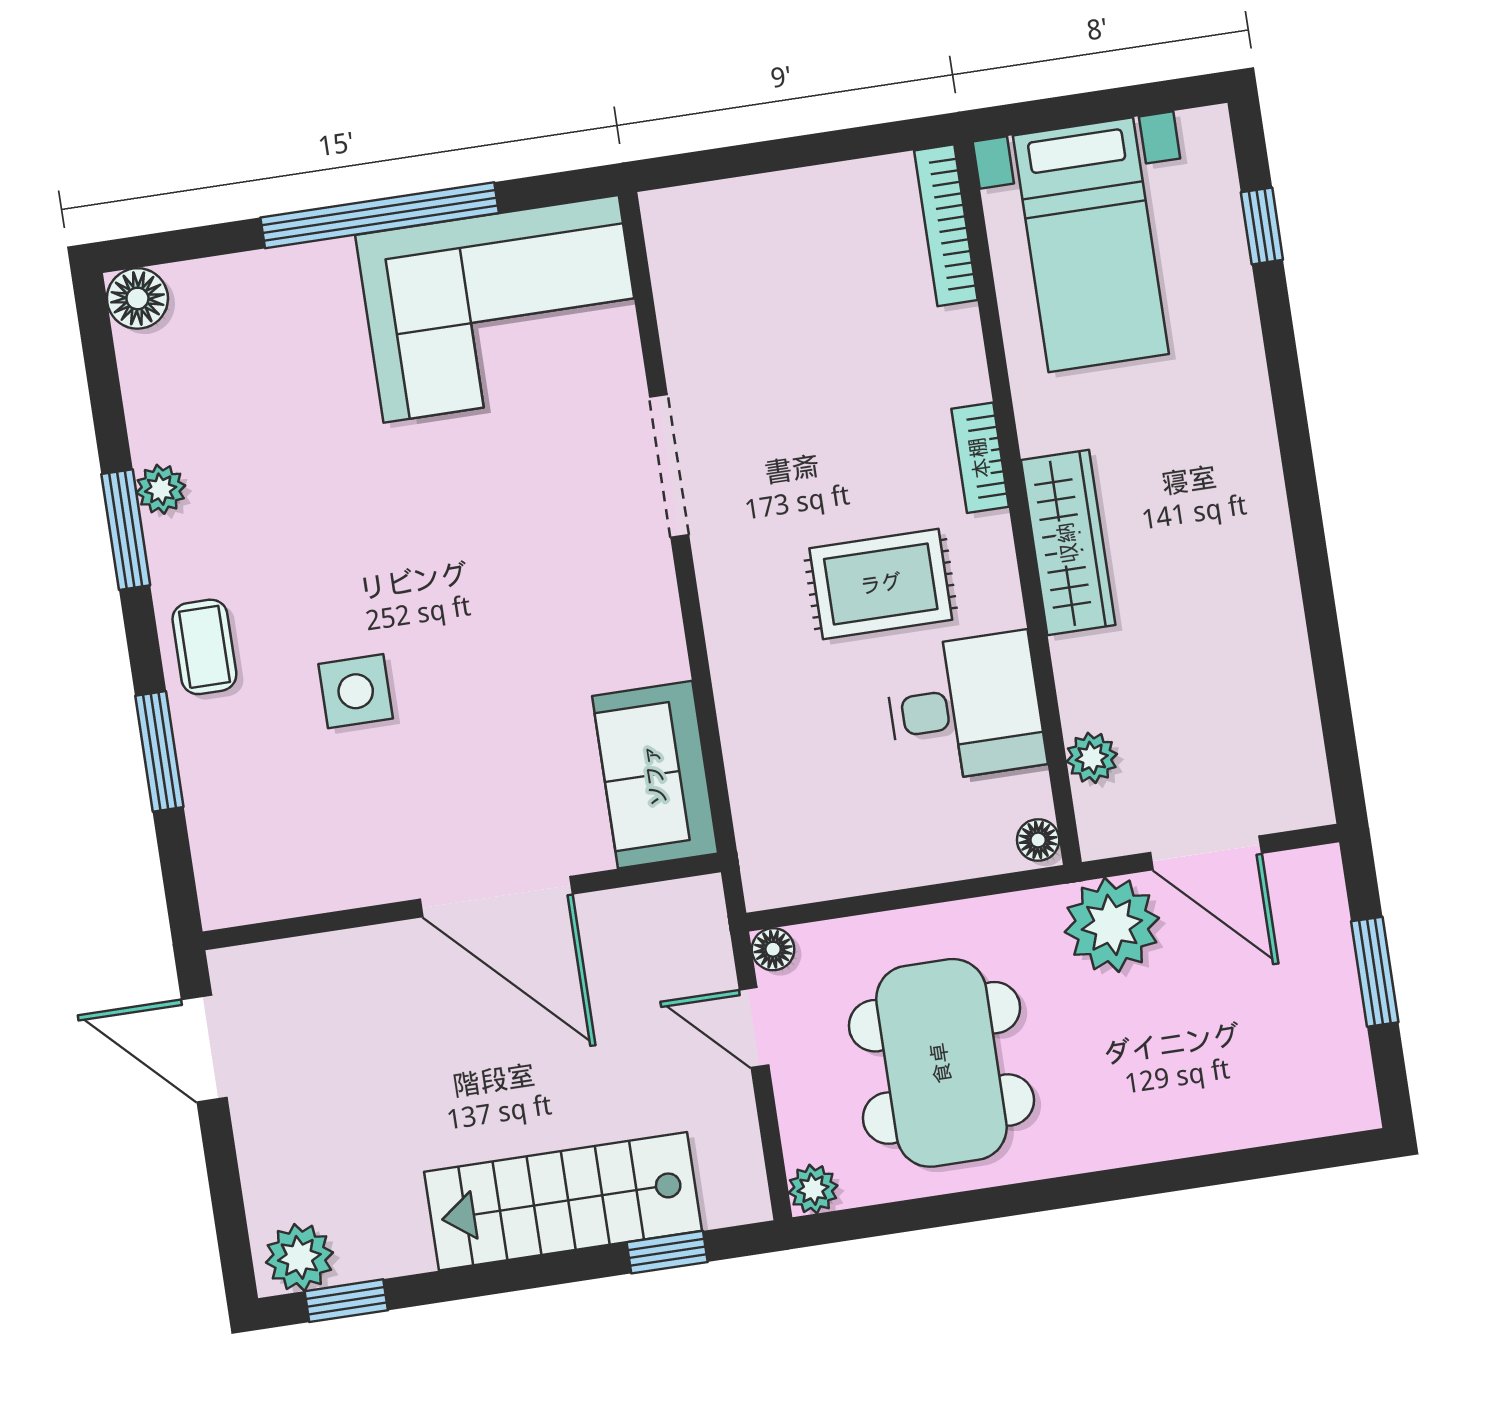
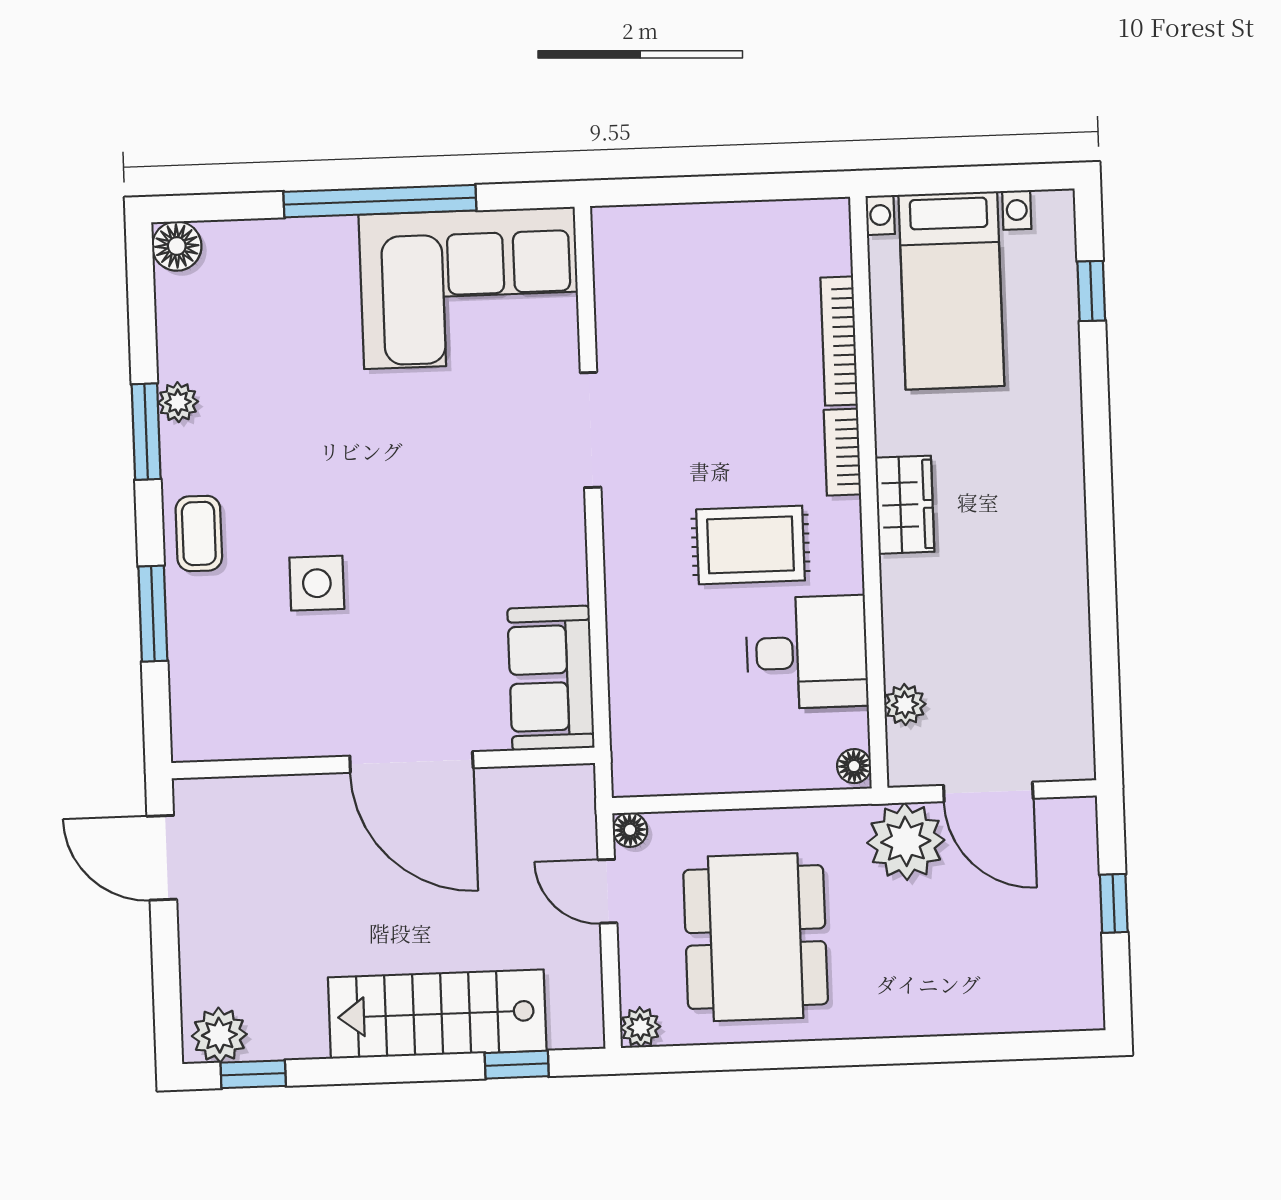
bookcase: (946, 225) -> (839, 341), moved
wardrobe: (1068, 543) -> (905, 505), width x0.67
window: (1375, 972) -> (1114, 903), width x0.67

